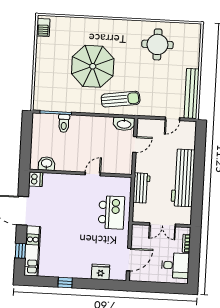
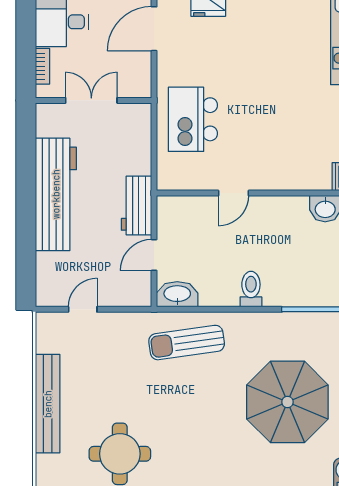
parasol: (93, 66) -> (287, 402), moved
bench: (192, 94) -> (48, 404), moved
toilet: (64, 123) -> (251, 289), moved
workbench: (141, 188) -> (137, 205), moved

